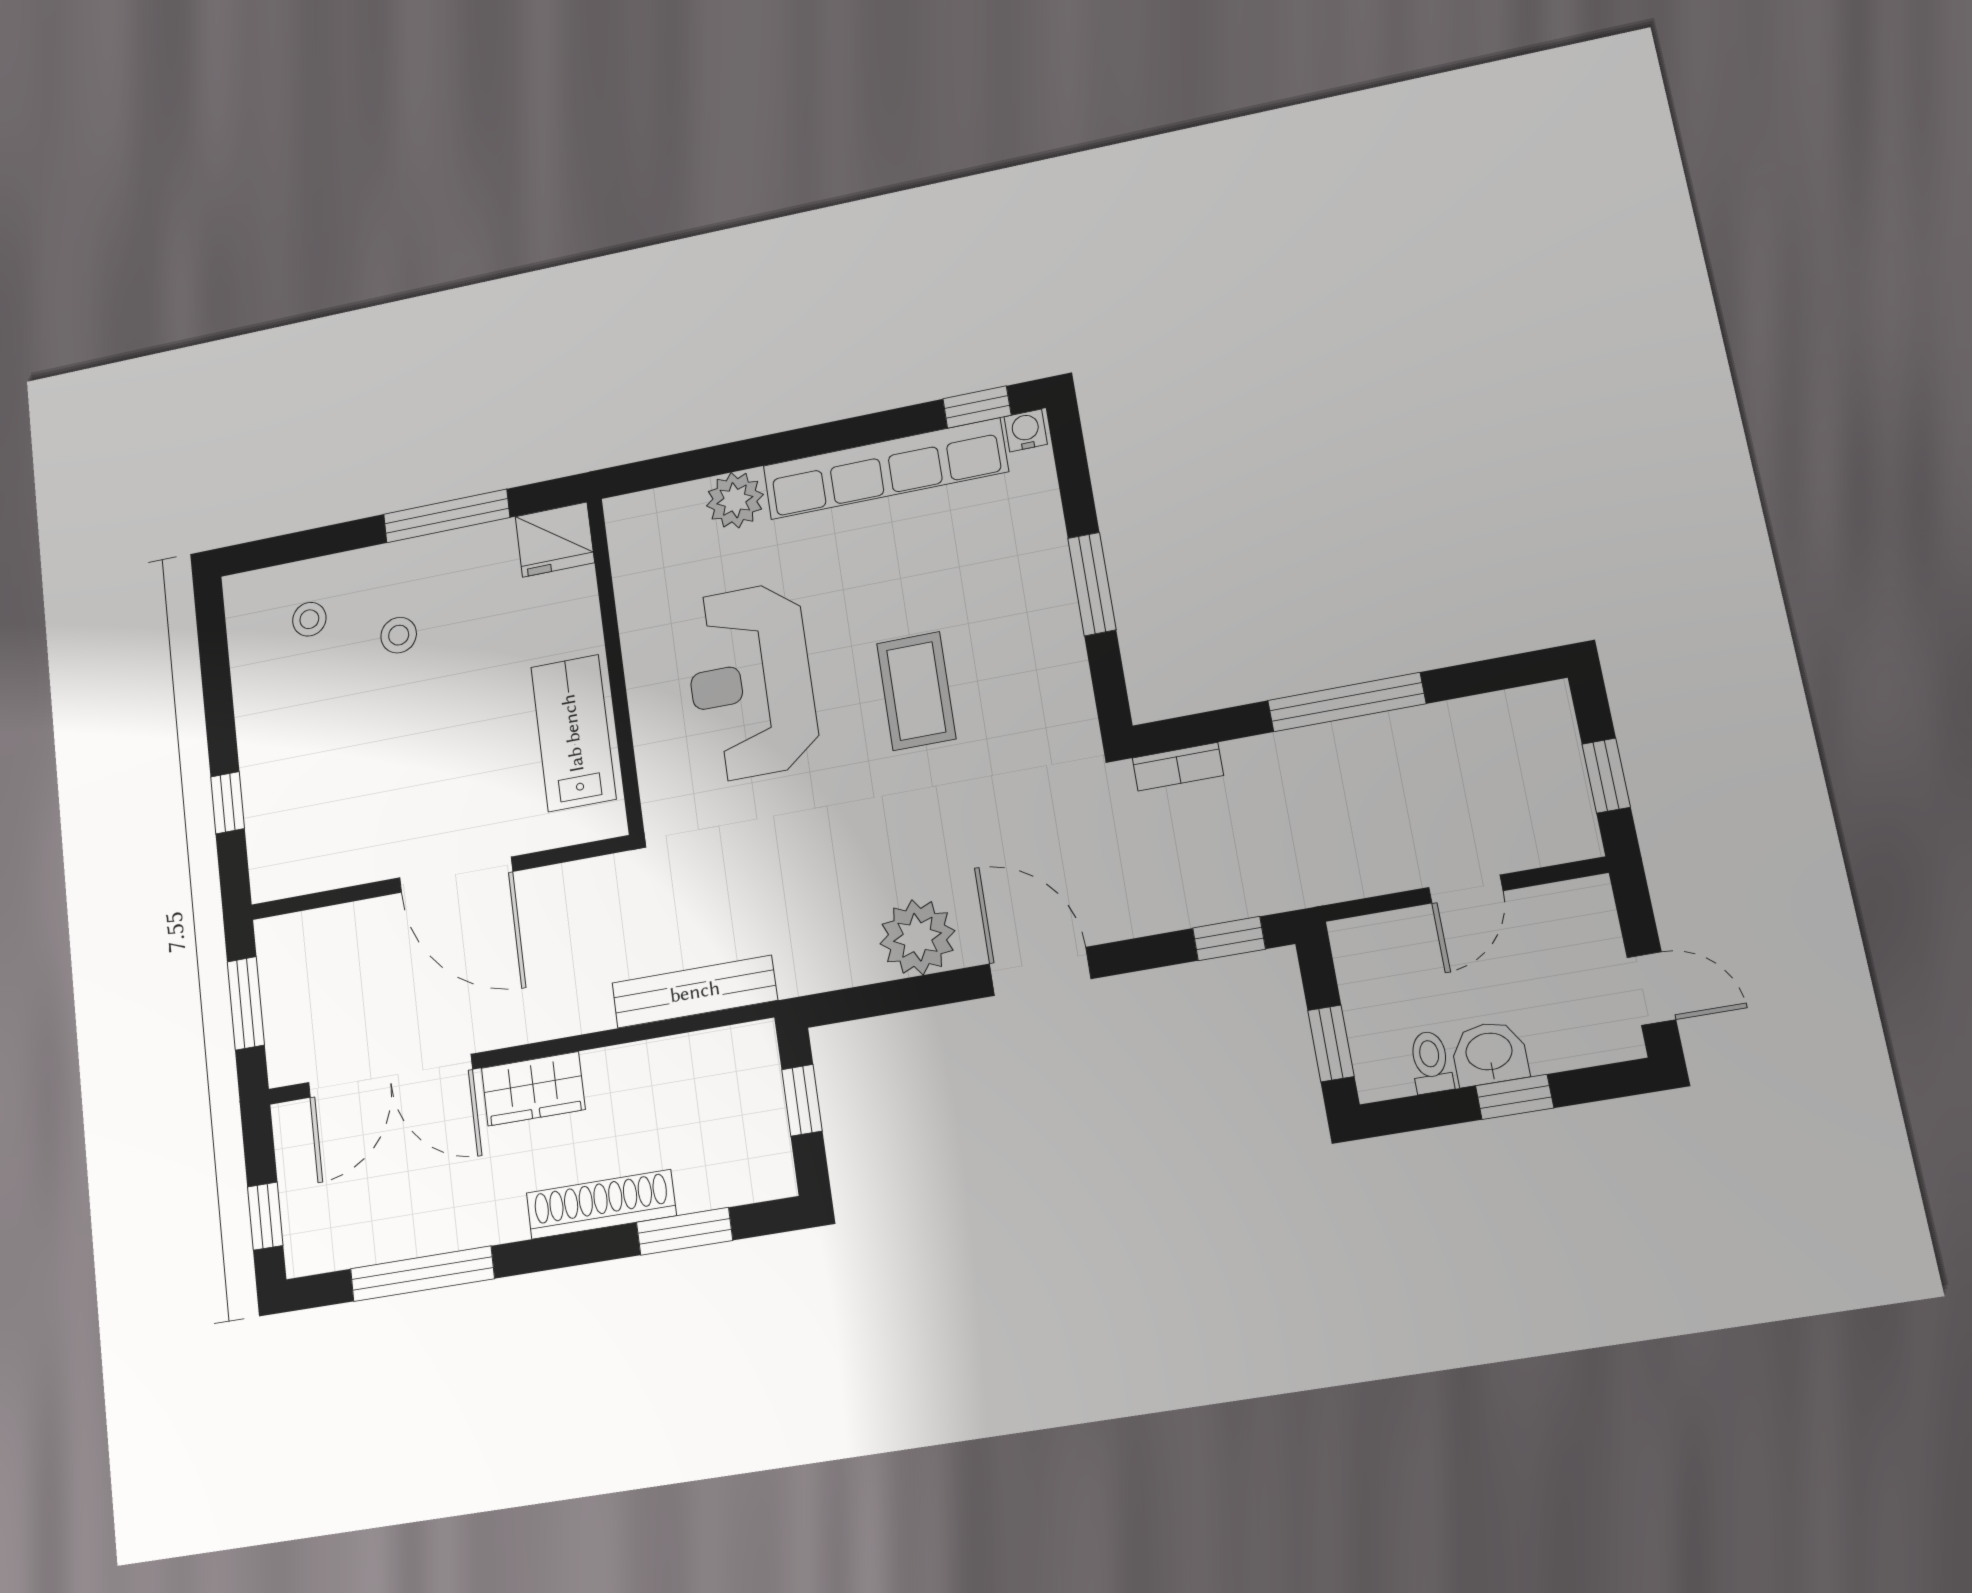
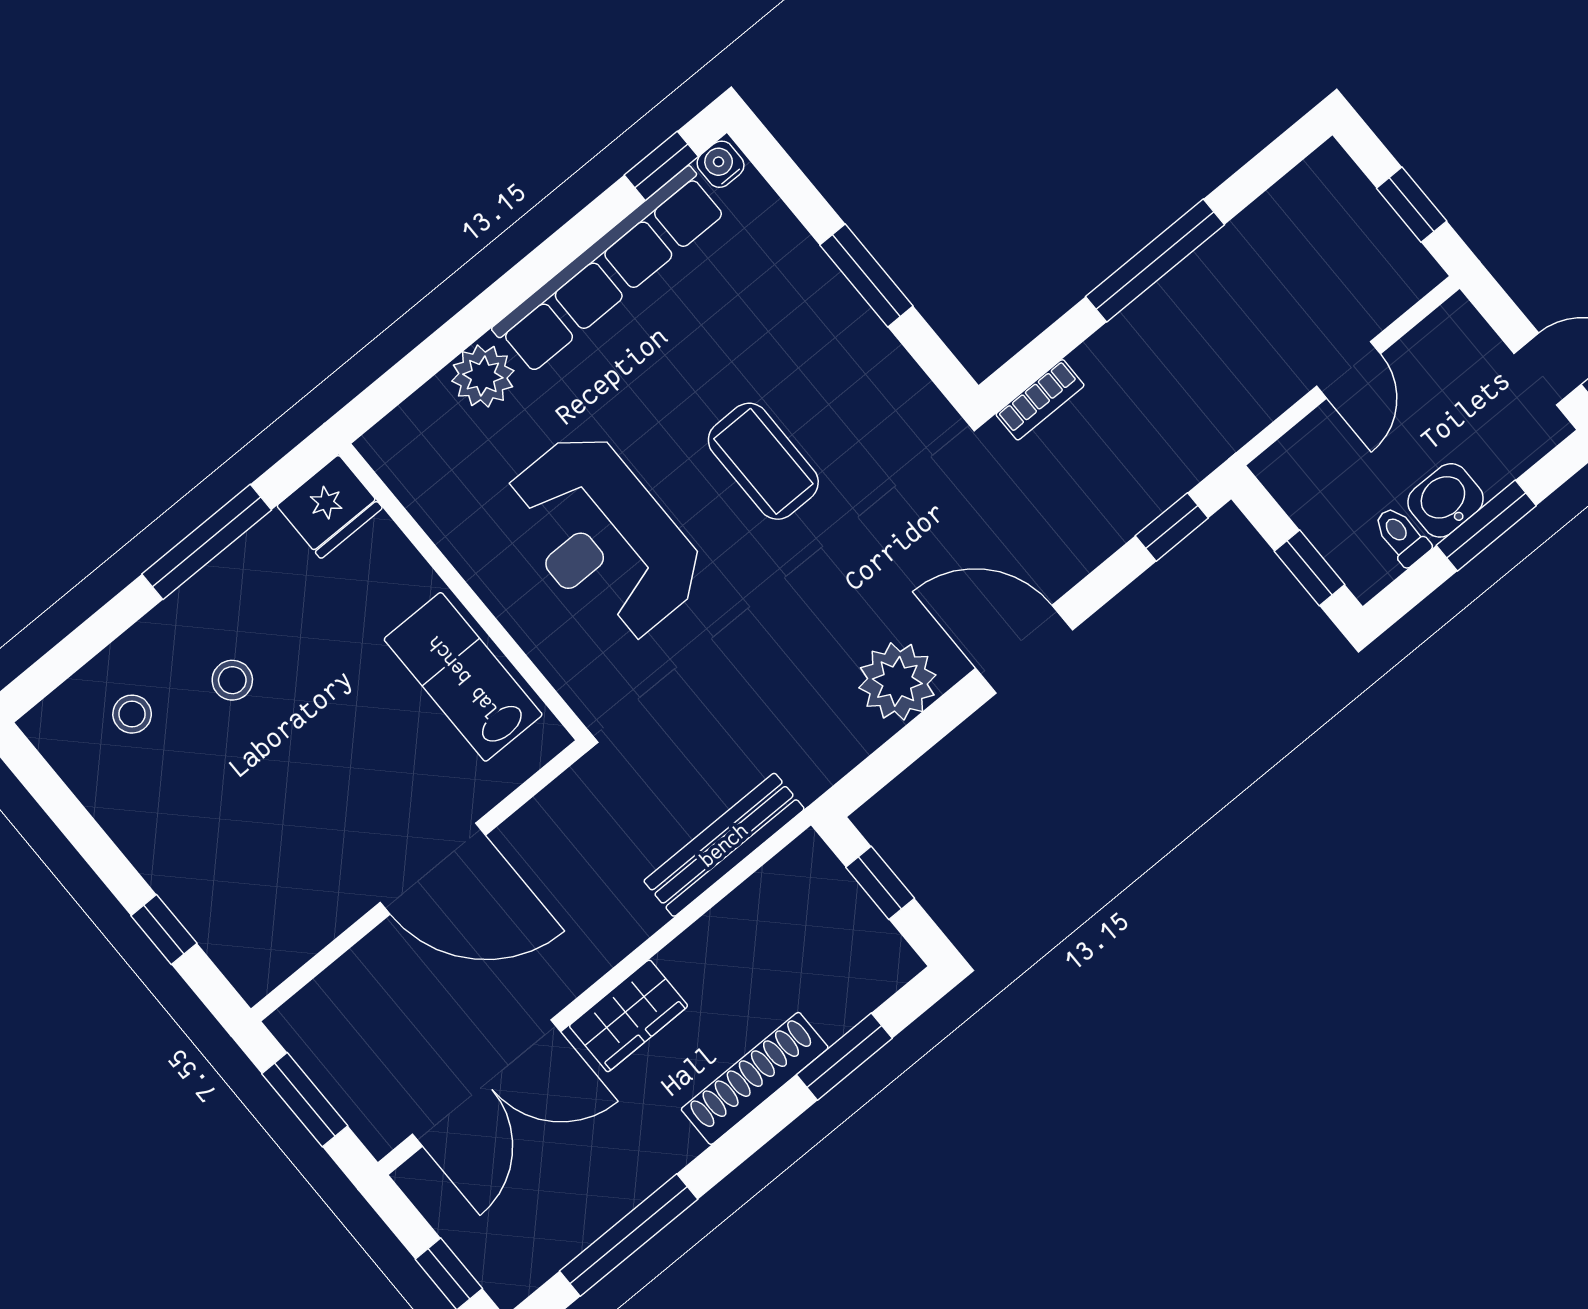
window: (1515, 1097) -> (1486, 526), width x1.50

